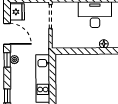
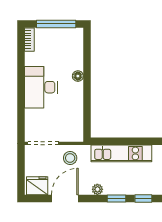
stool: (39, 38) -> (70, 158), added
window: (7, 60) -> (116, 198), moved

